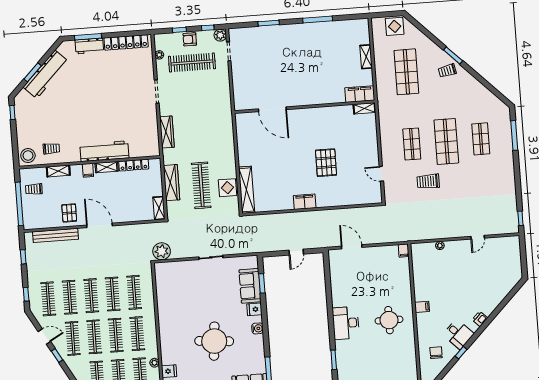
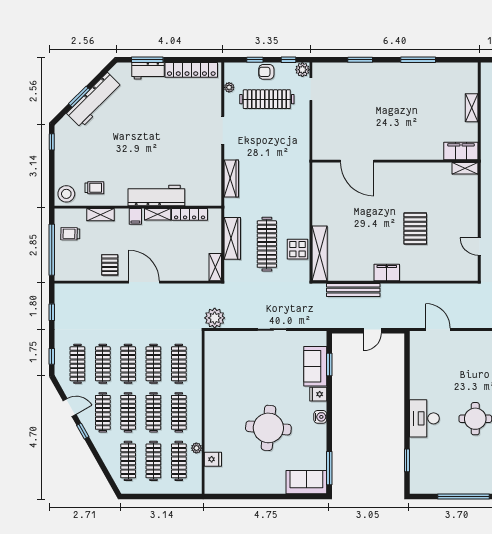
bench: (56, 235) -> (353, 290), moved

